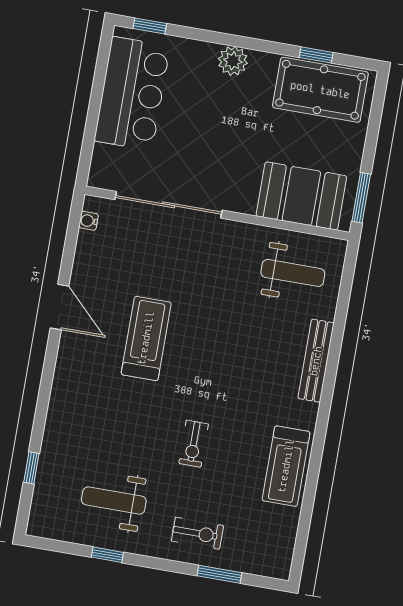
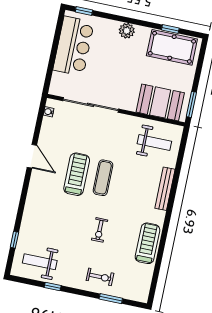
exercise mat: (197, 344) -> (103, 178), added
treadmill: (286, 466) -> (147, 243), turned 180
weight bench: (114, 501) -> (40, 262), moved

